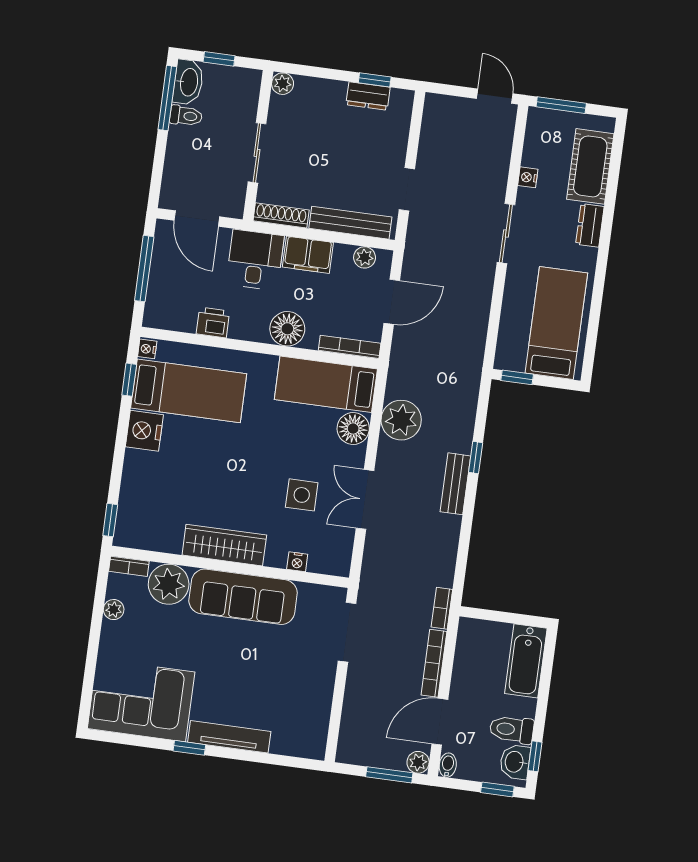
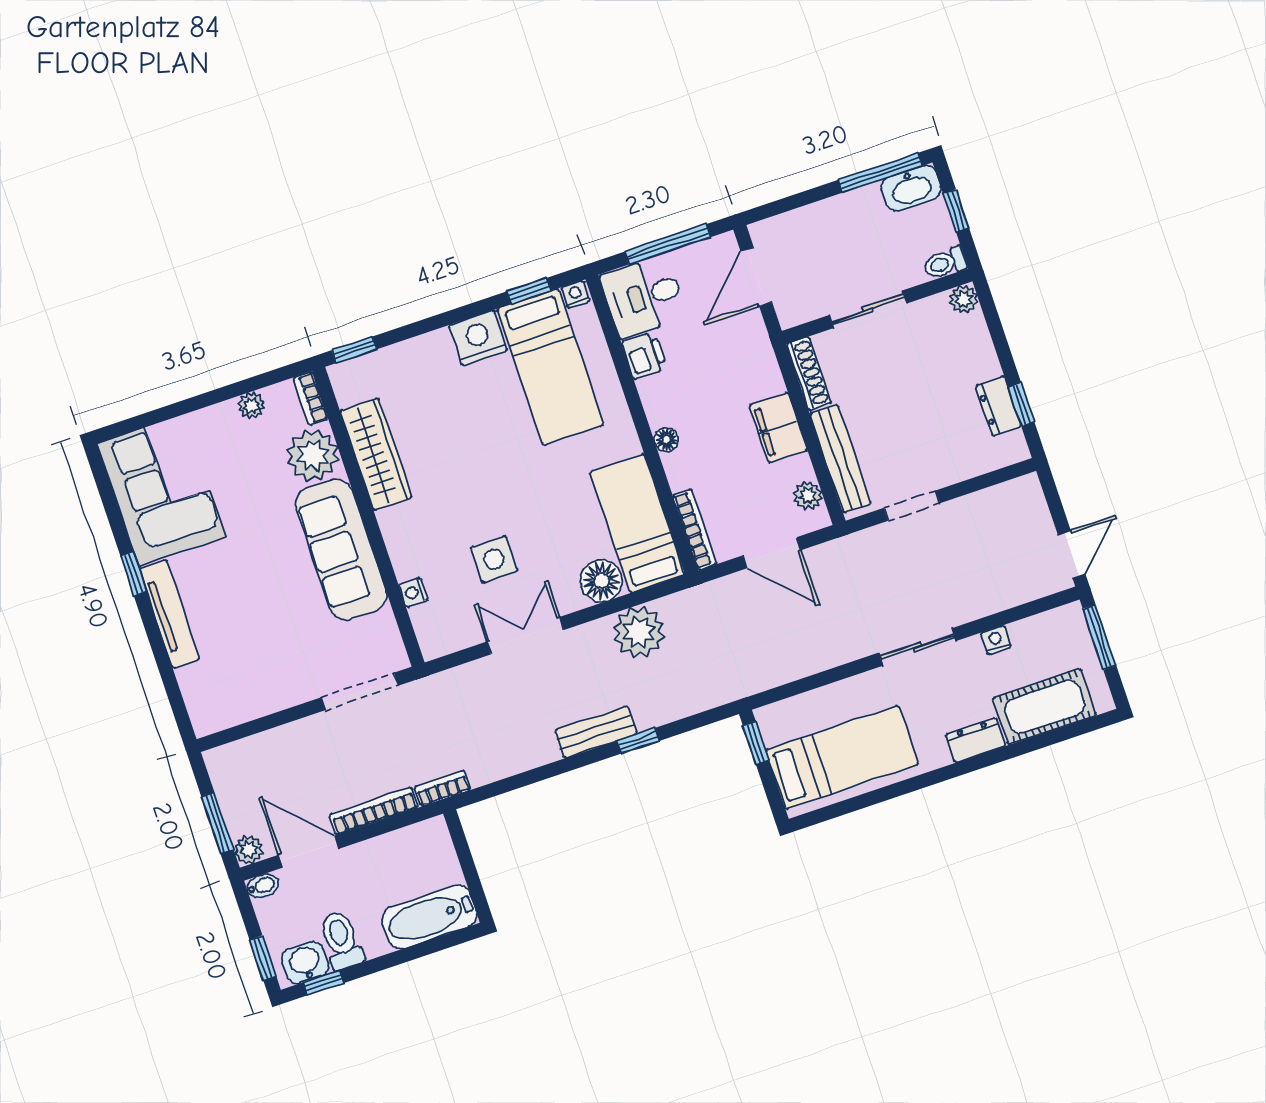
toilet: (186, 116) -> (945, 263), moved, turned 90
desk: (255, 260) -> (644, 297), moved, turned 180
floor lamp: (287, 329) -> (666, 440), width x0.53, depth x0.53
wardrobe: (224, 545) -> (376, 454), moved

